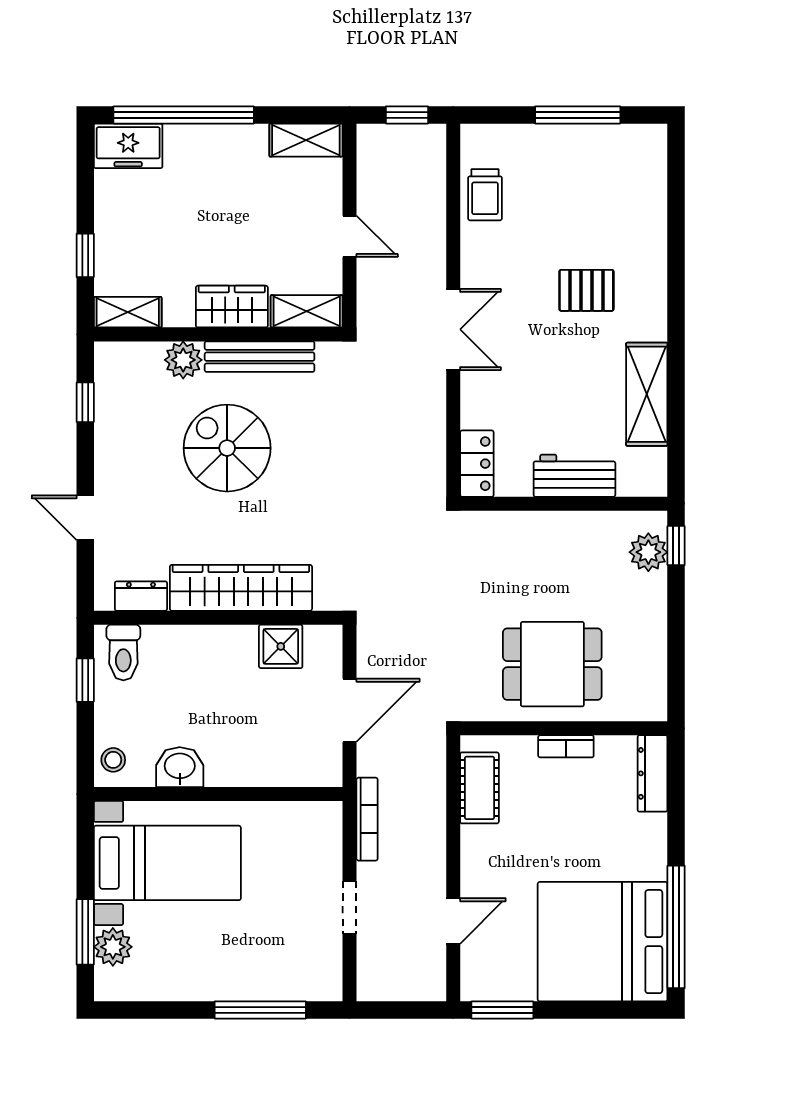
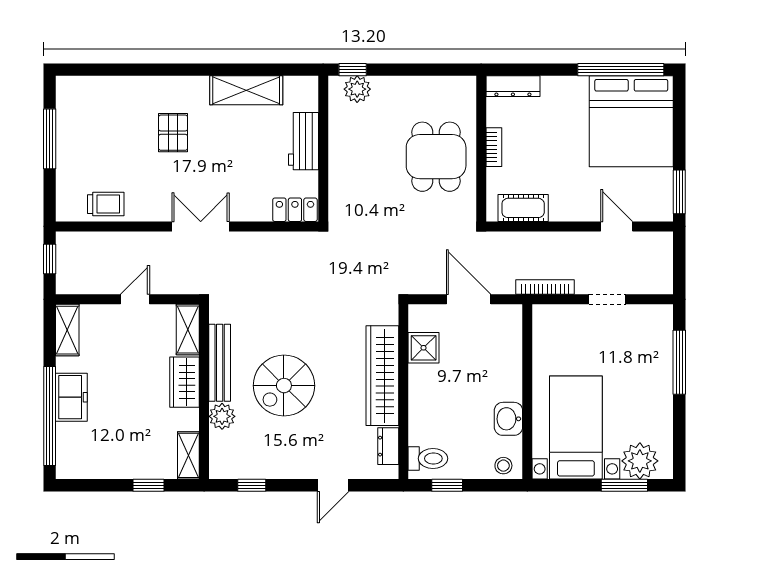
freezer: (128, 146) -> (71, 397), moved
plant: (113, 947) -> (640, 461), width x1.36, depth x1.36

